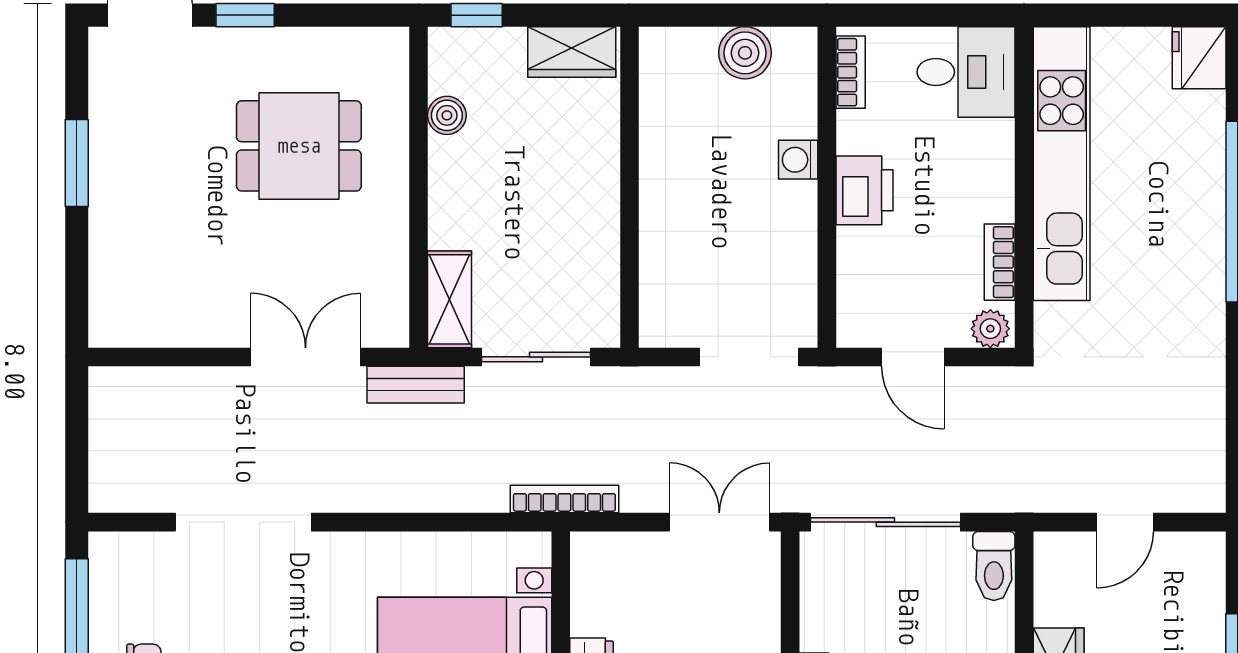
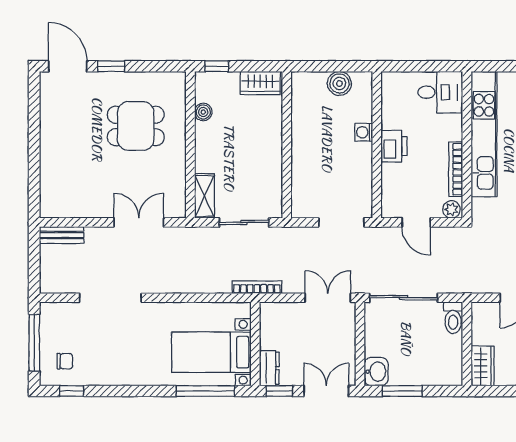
bookcase: (851, 72) -> (388, 92), removed
window: (77, 163) -> (34, 134), removed
bookcase: (1000, 262) -> (456, 169), width x1.56
bench: (416, 385) -> (62, 235), moved

